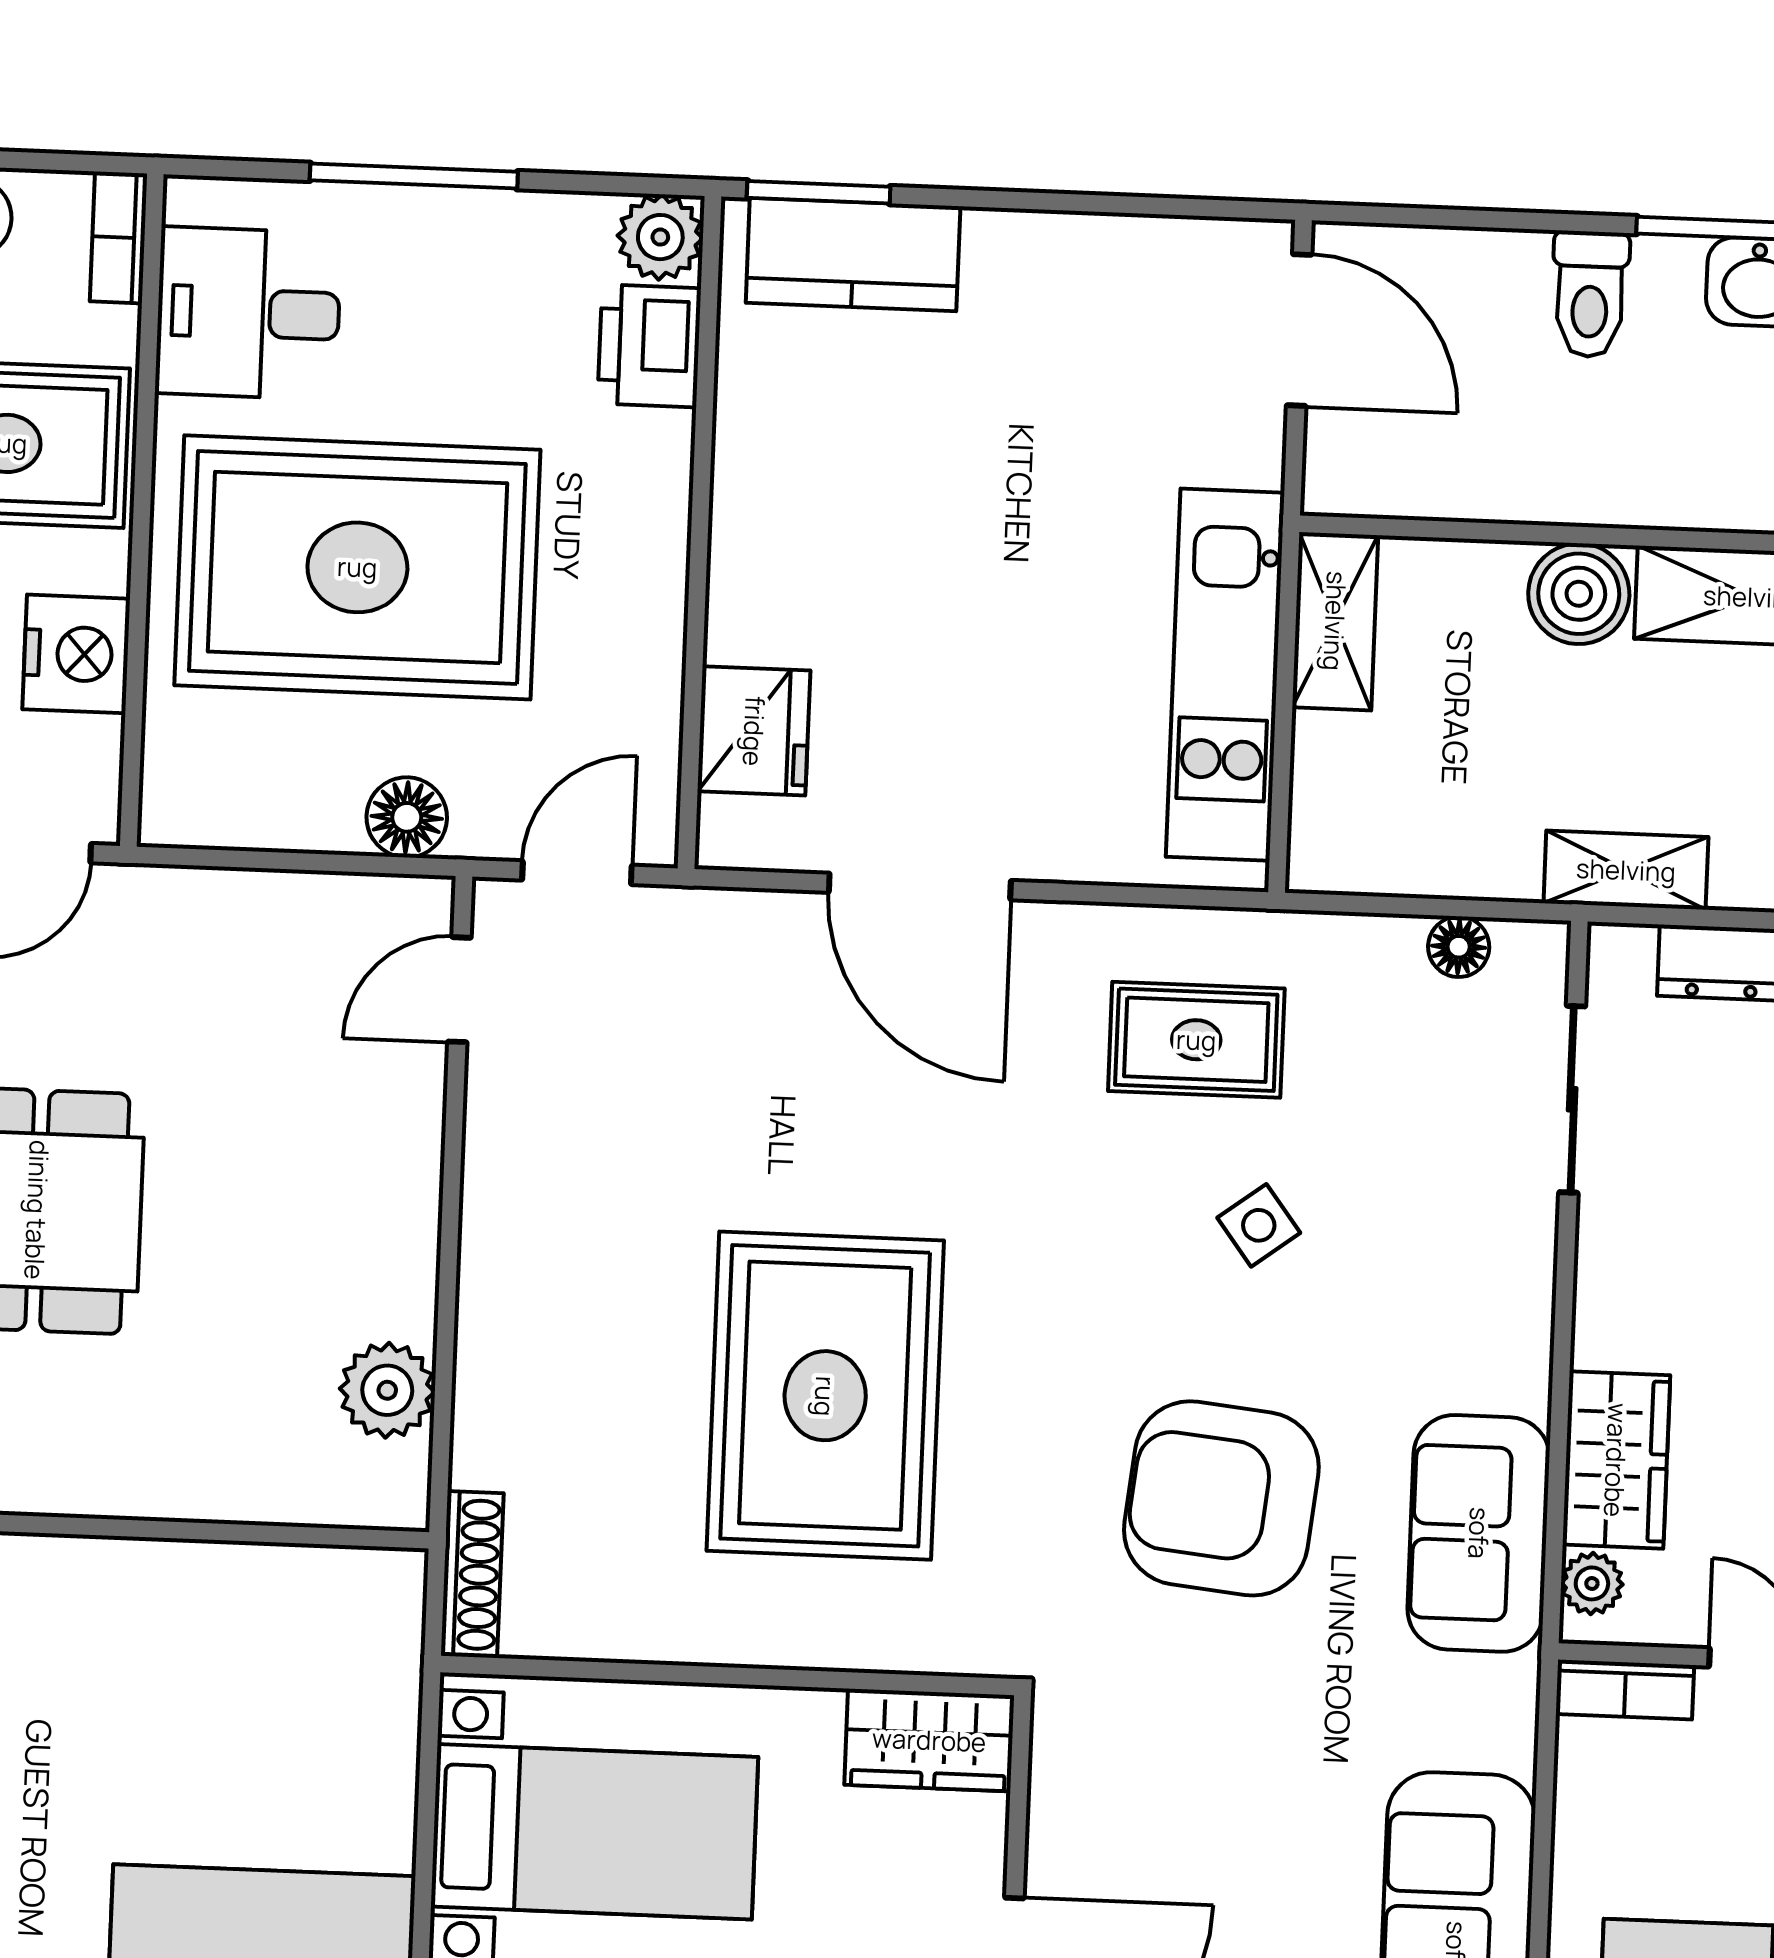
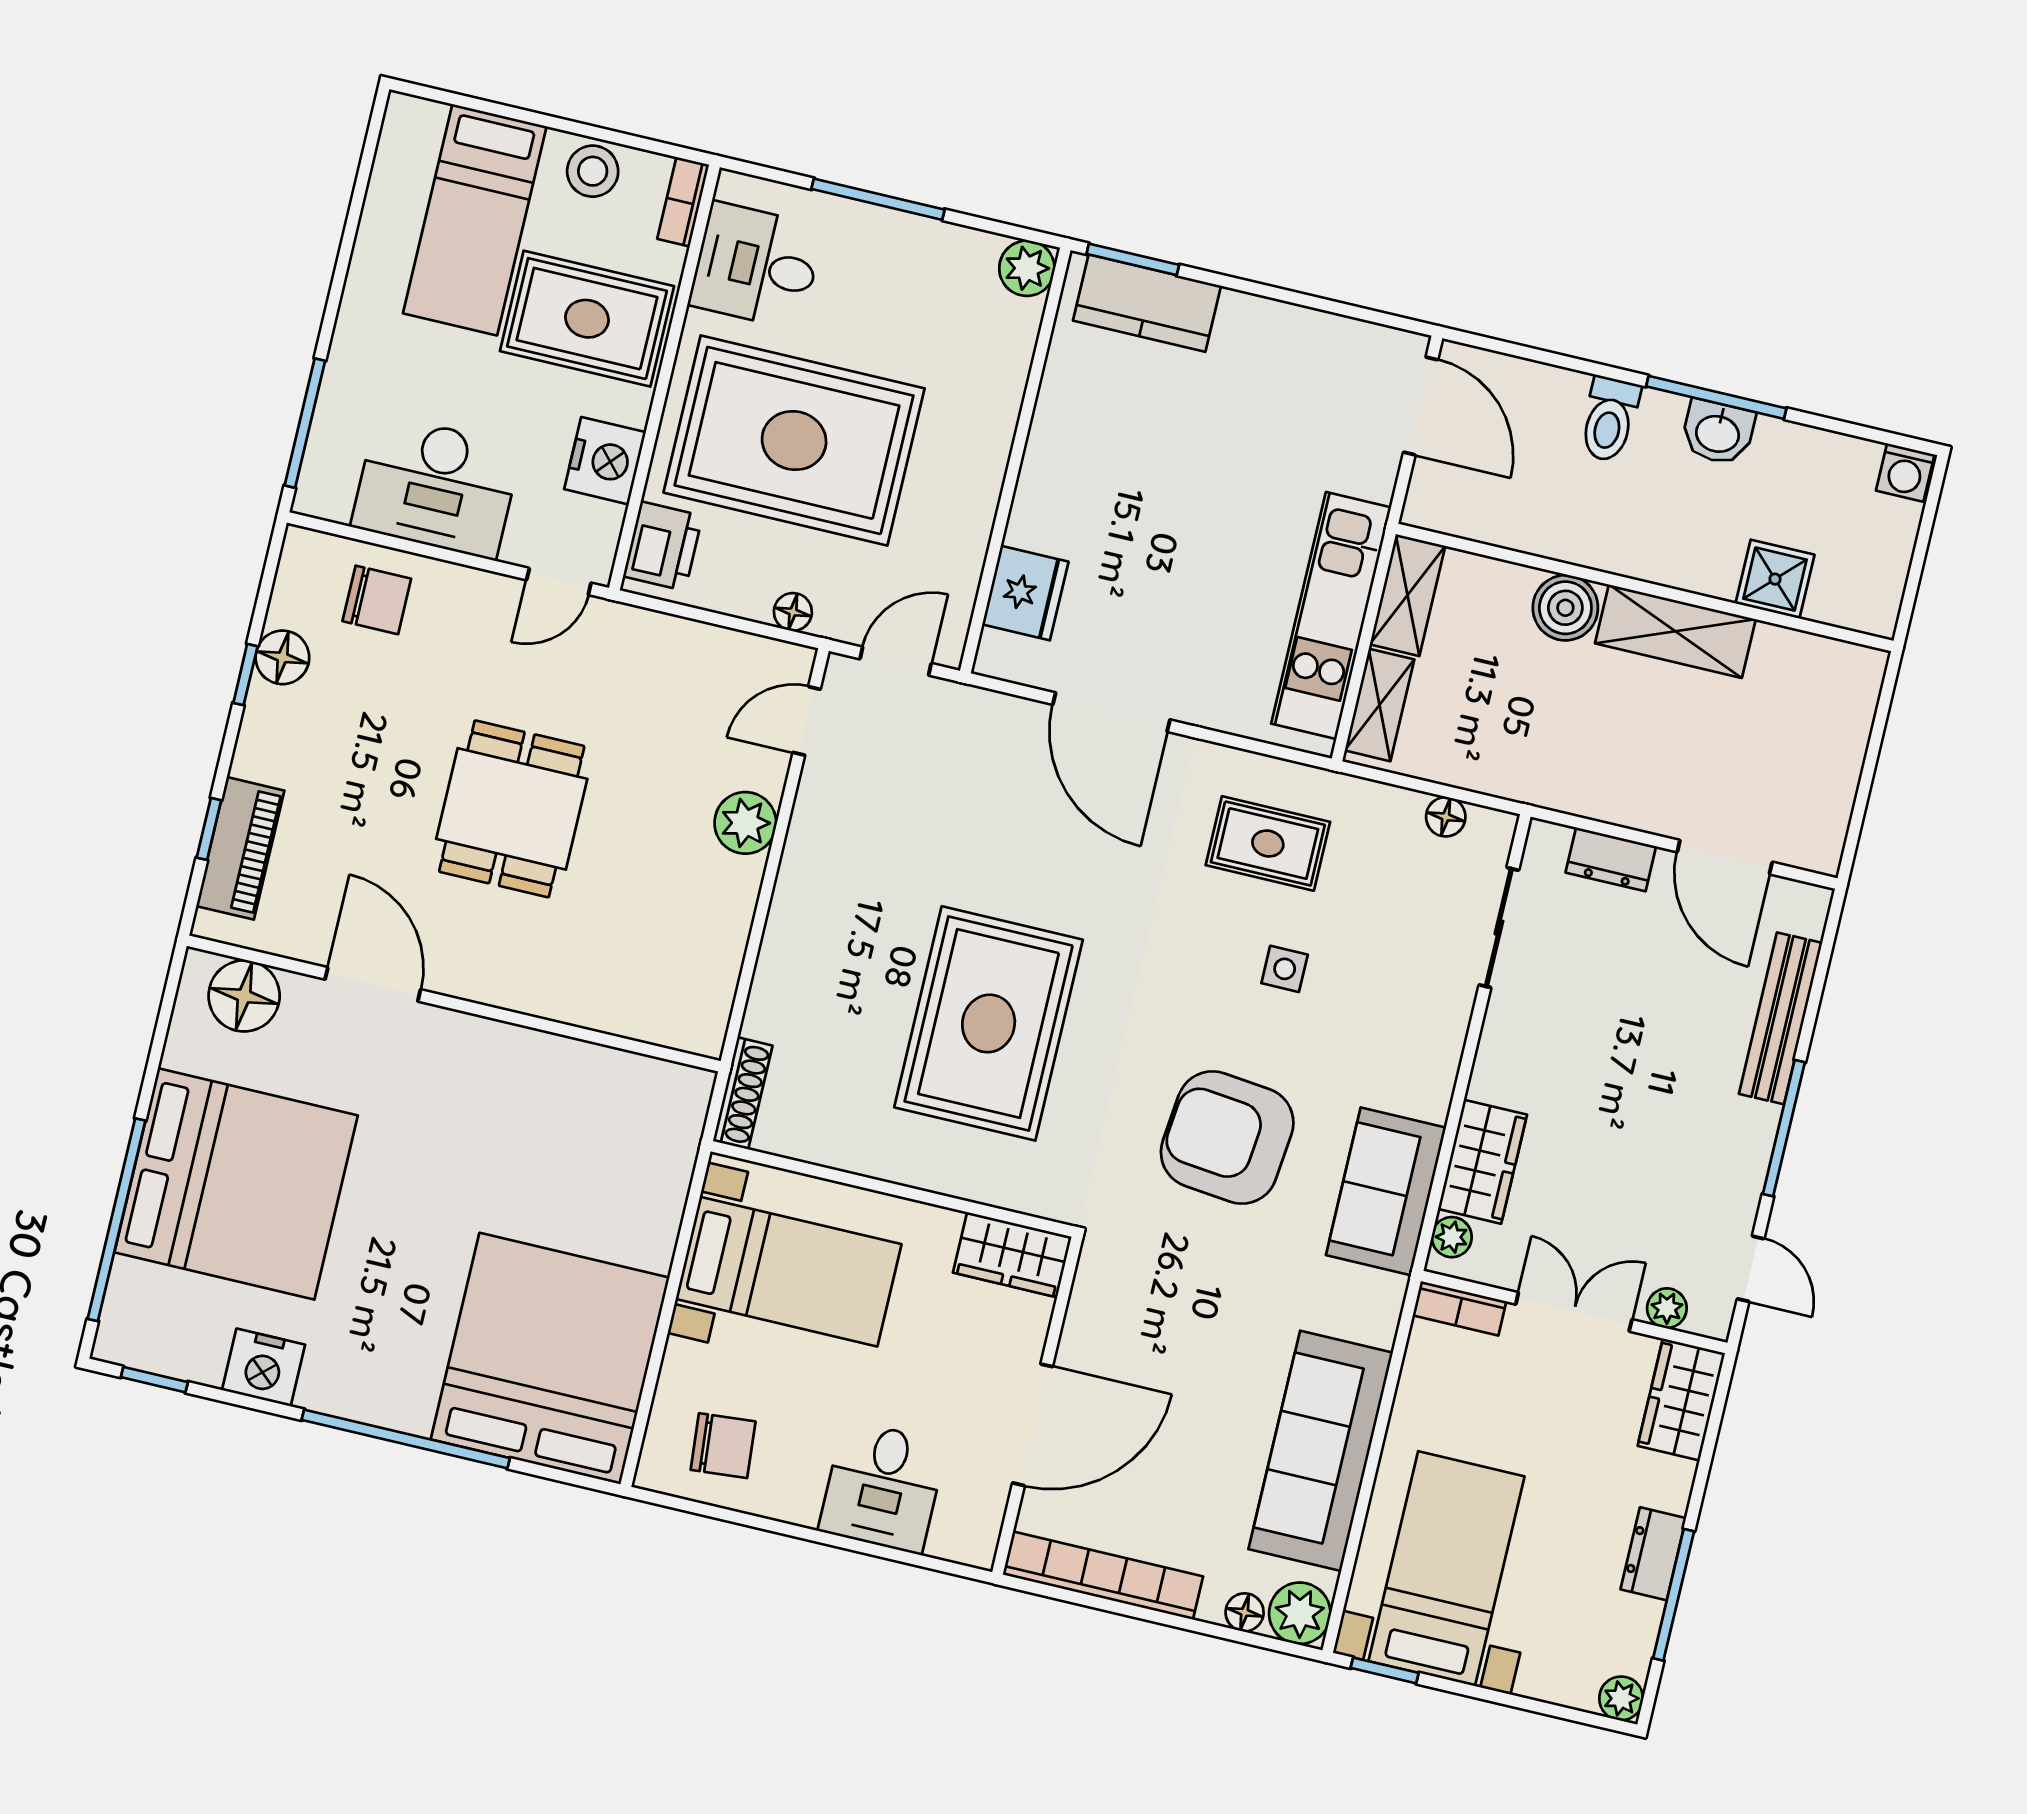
printer: (649, 346) -> (663, 546), moved, turned 180
floor lamp: (407, 817) -> (793, 612), width x0.73, depth x0.73
shelving: (1626, 870) -> (1380, 705), moved, turned 90
side table: (1259, 1225) -> (1285, 969), turned 37
plant: (387, 1390) -> (745, 823), moved

